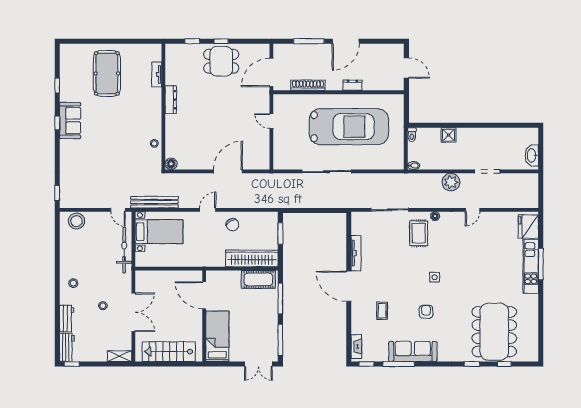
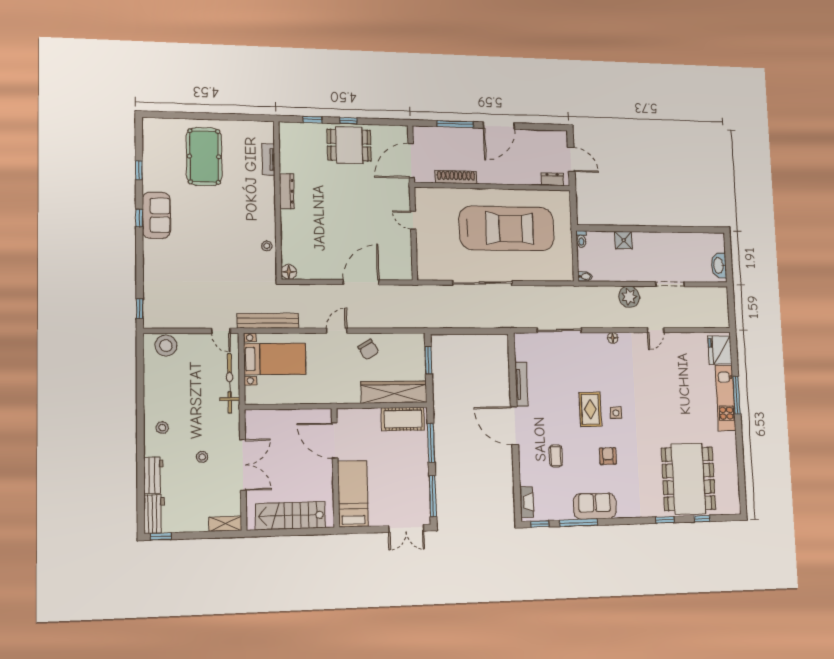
dresser: (352, 85) -> (552, 179), moved
rug: (419, 233) -> (590, 409), moved
sofa: (413, 351) -> (595, 506), width x0.73

